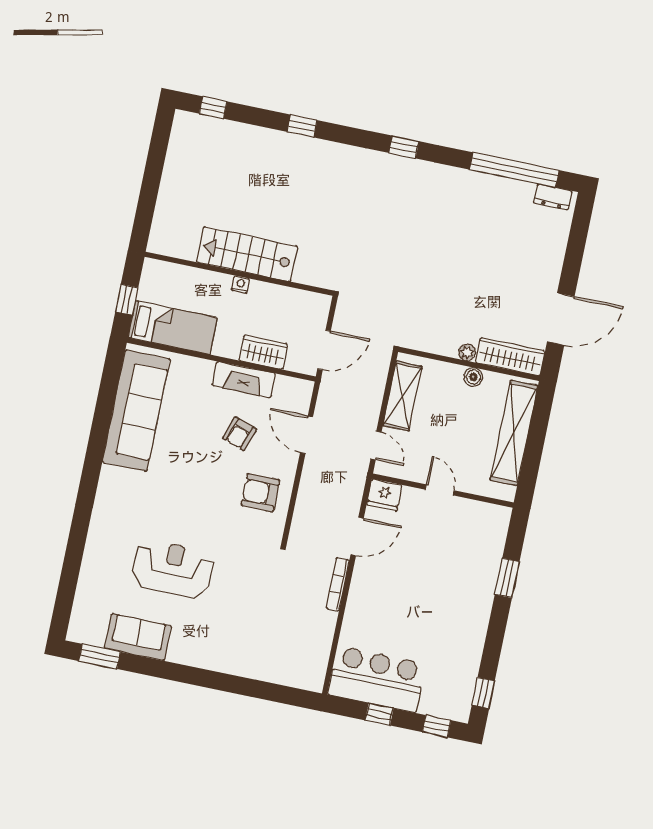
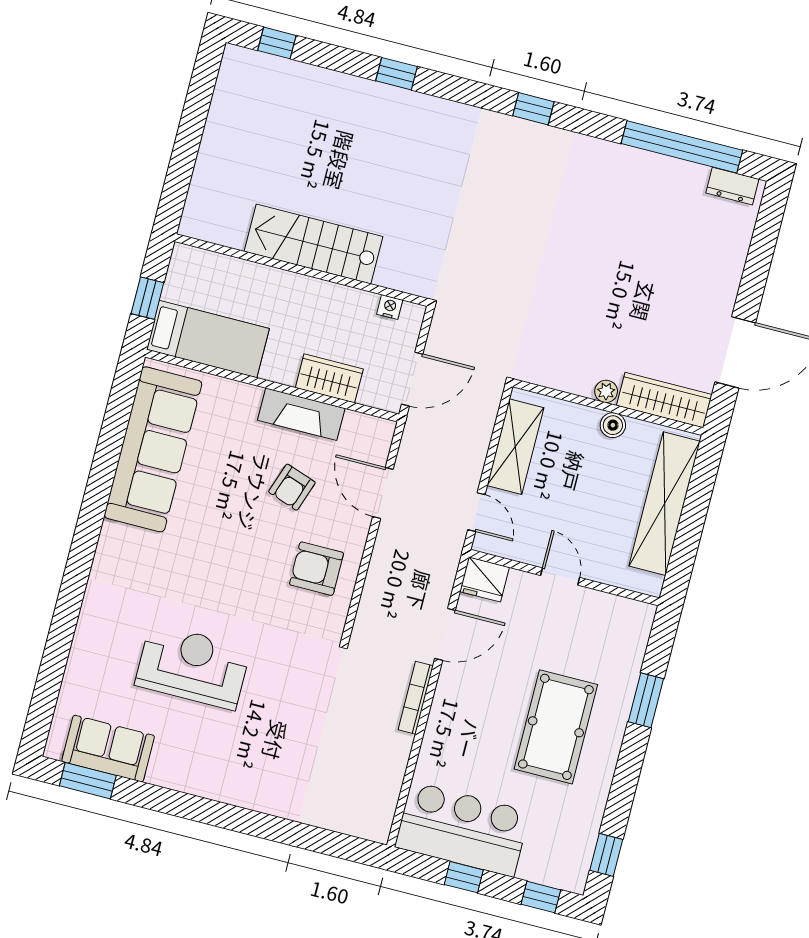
nightstand: (240, 284) -> (390, 307), moved
pool table: (442, 601) -> (556, 727), added
sofa: (138, 637) -> (108, 749), moved

